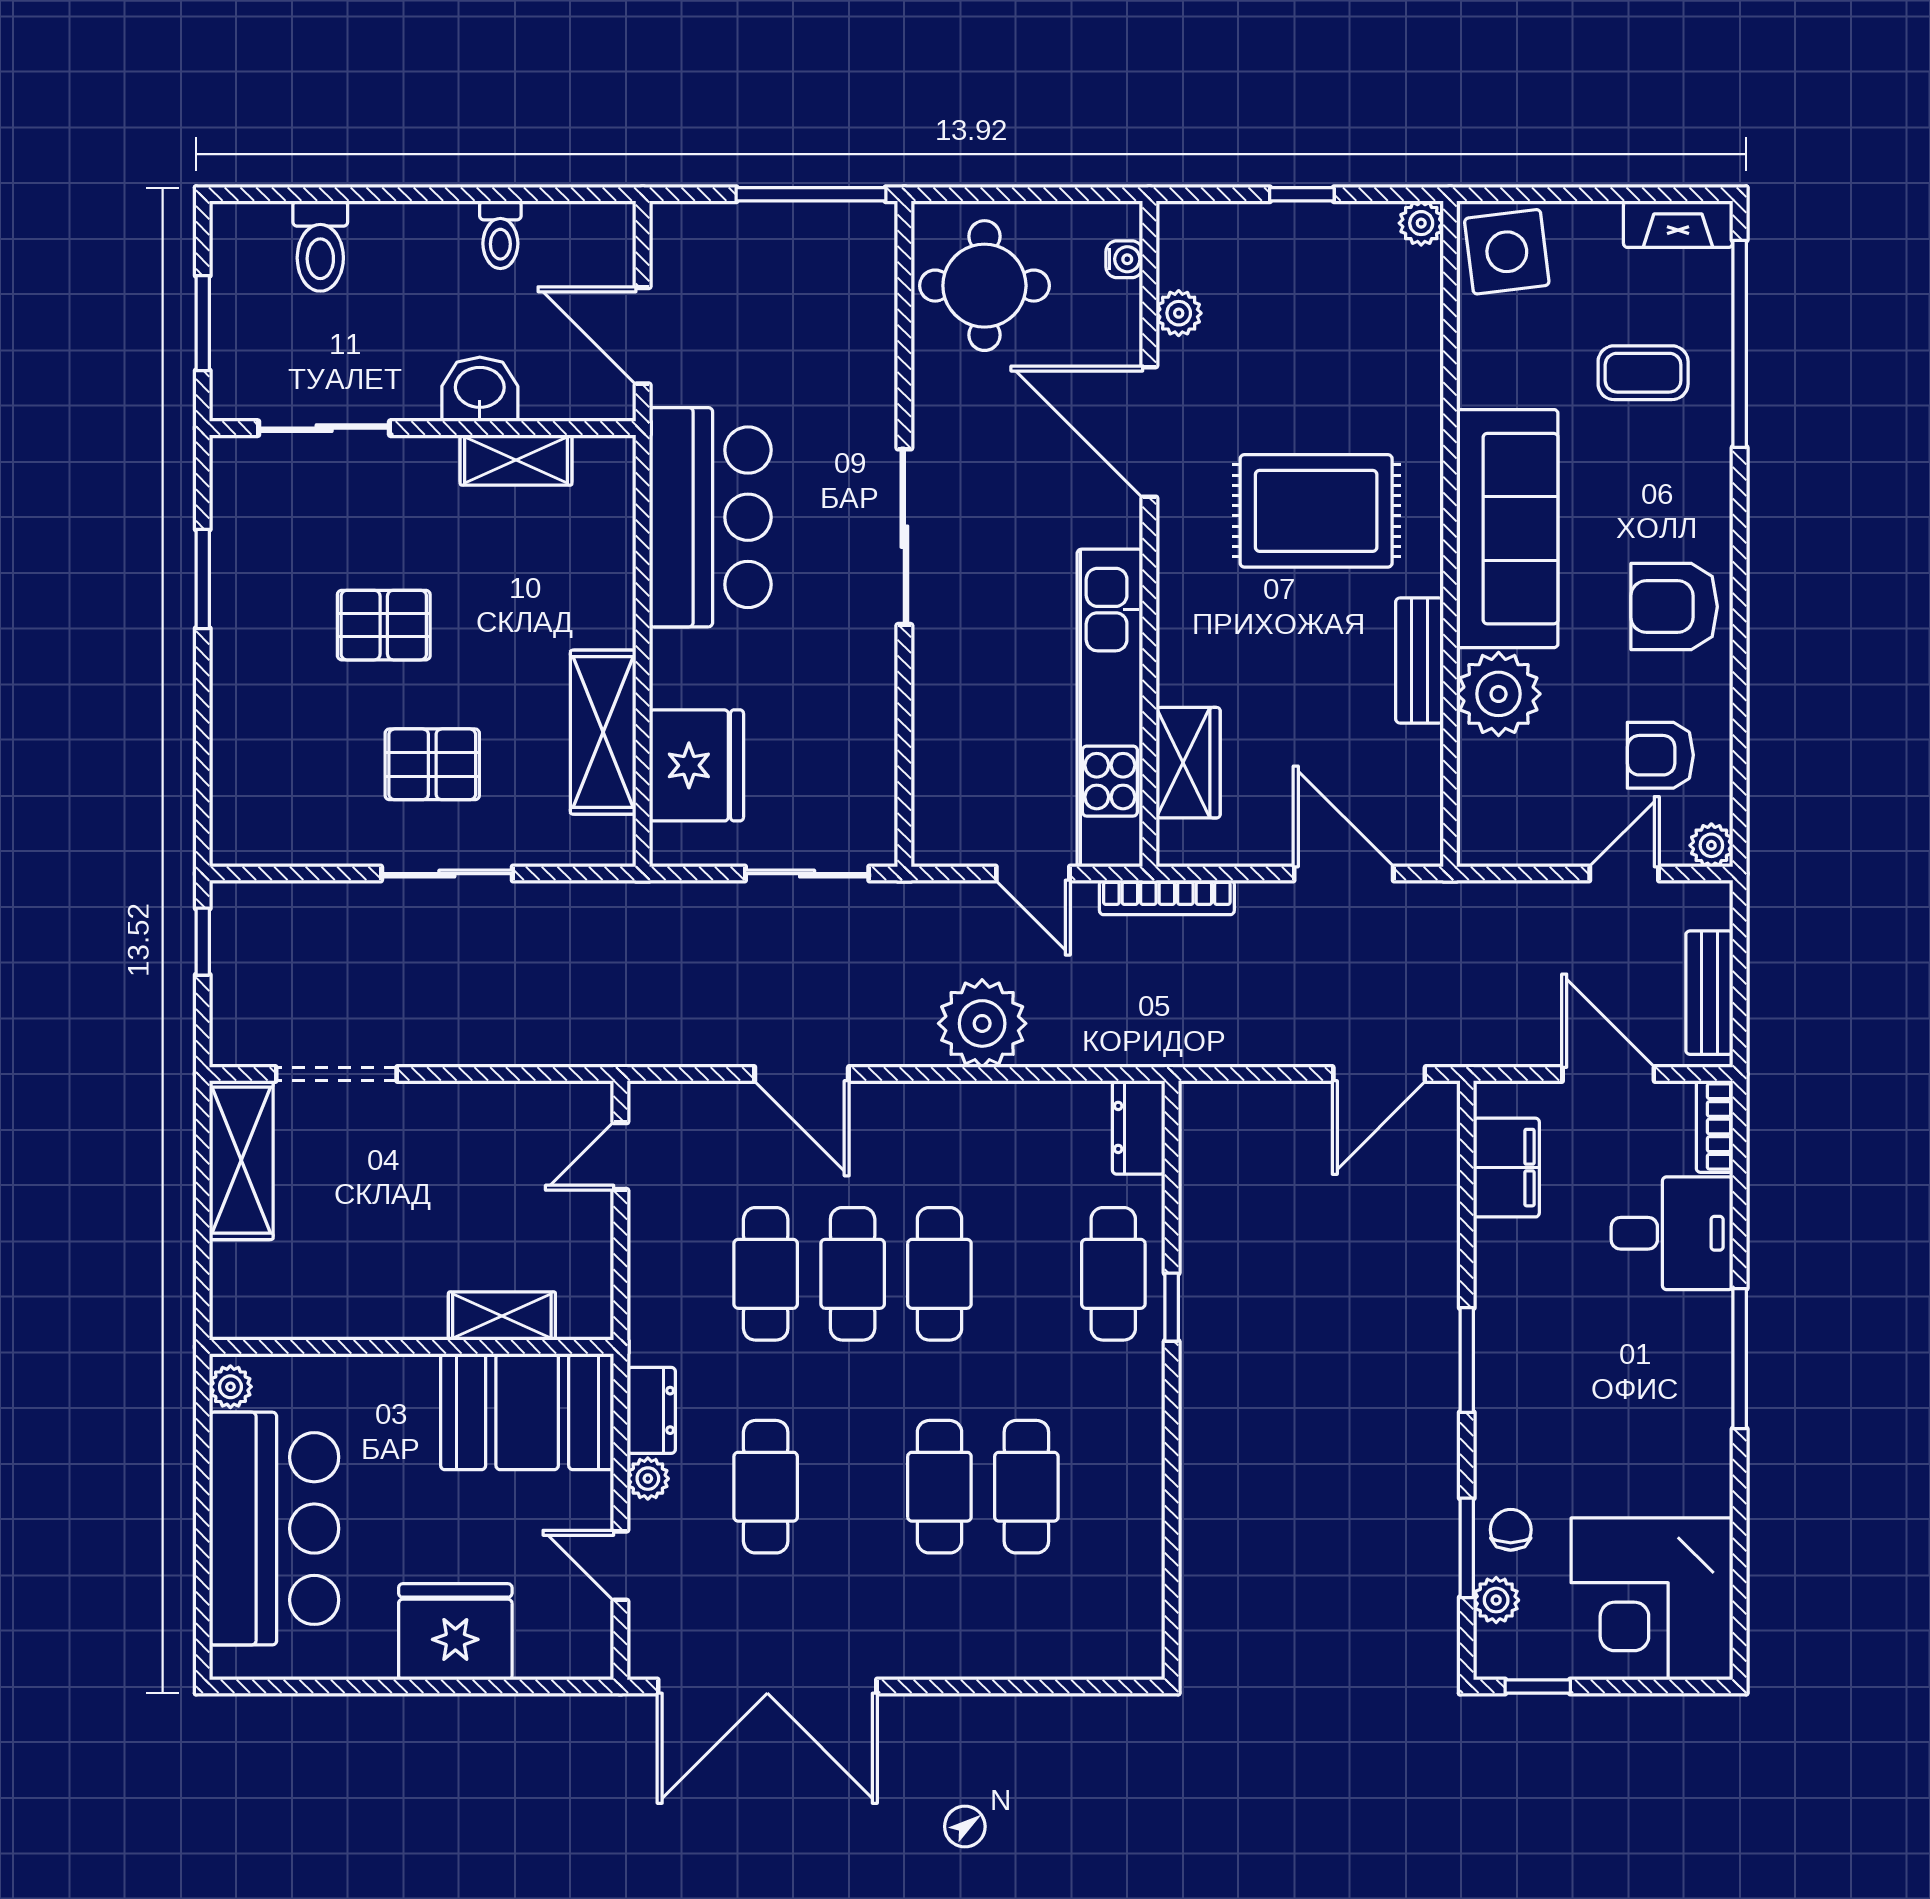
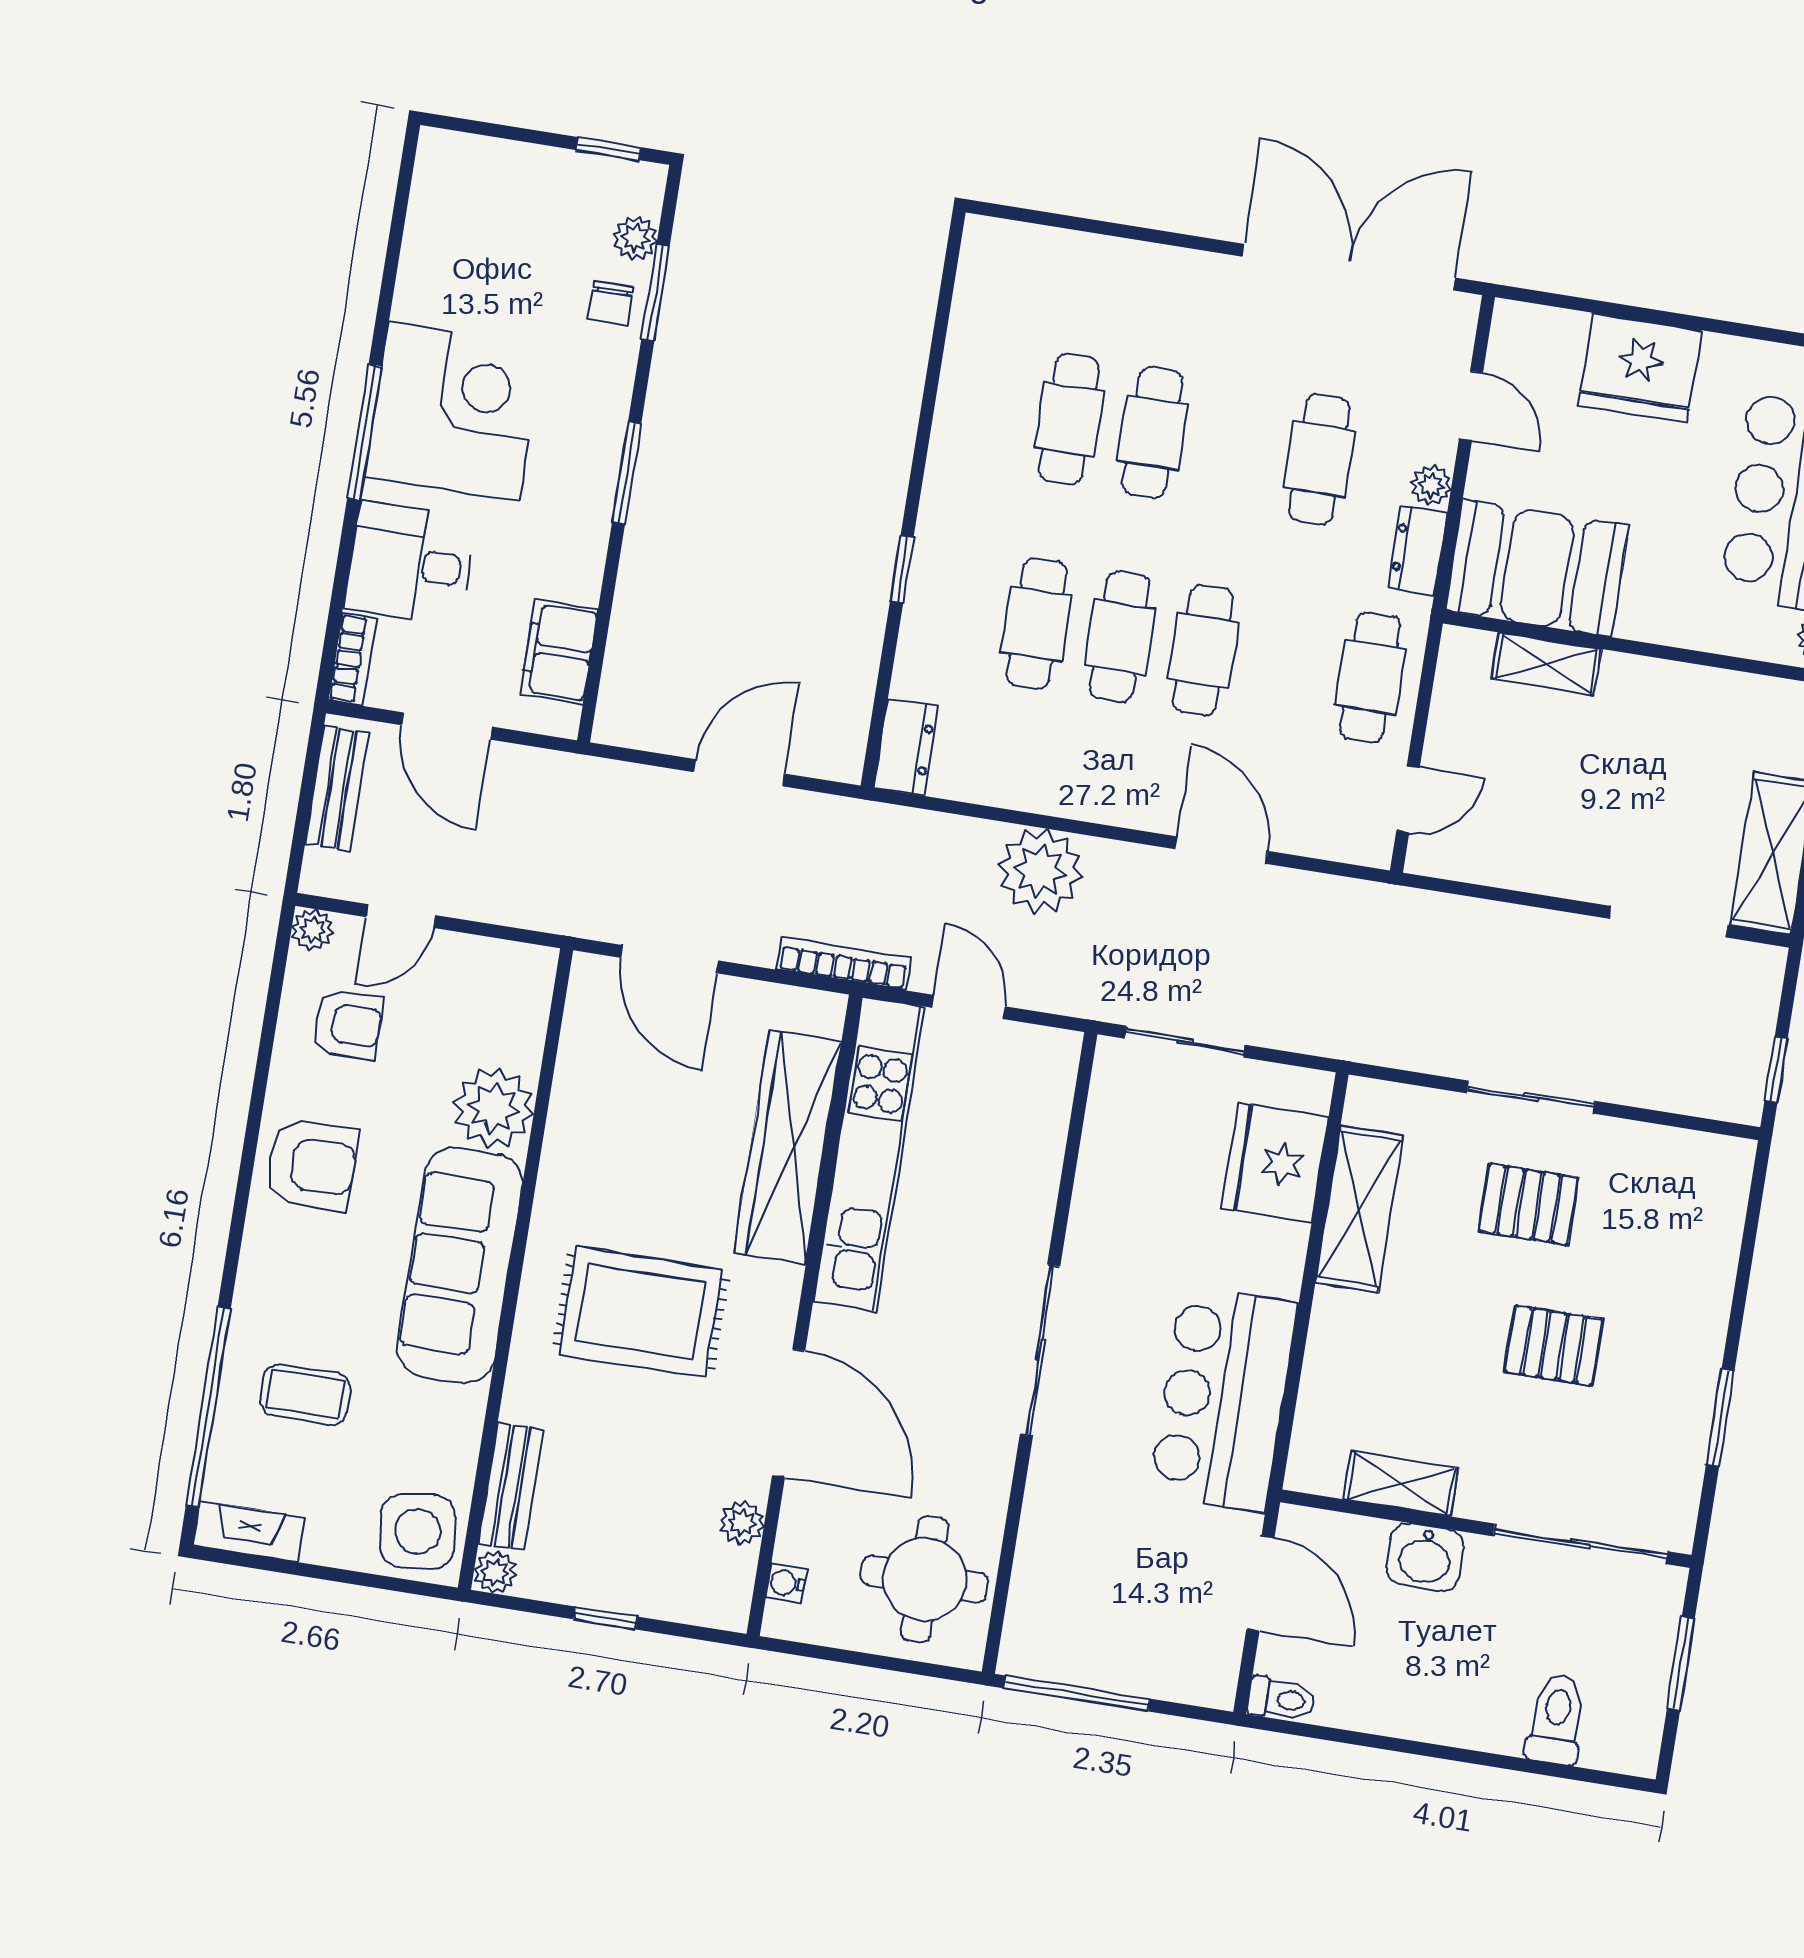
toilet: (500, 235) -> (1282, 1699), moved, turned 90
sliding door: (324, 428) -> (1581, 1544), width x1.37
bench: (1420, 660) -> (511, 1487), moved
wardrobe: (1188, 763) -> (788, 1147), width x2.10, depth x1.17
door: (1379, 1074) -> (739, 773), moved
cafe table: (766, 1274) -> (1370, 677), moved
cafe table: (1113, 1274) -> (1036, 624), moved
corner desk: (1652, 1599) -> (454, 411), moved

